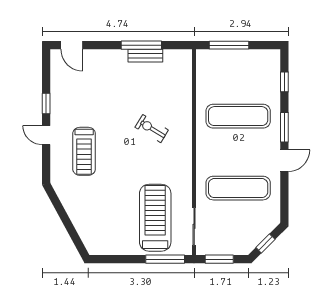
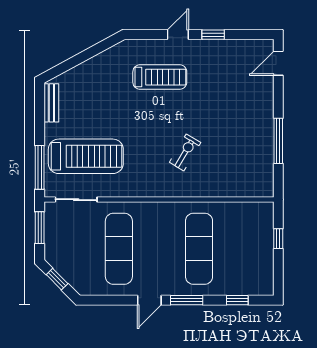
window: (229, 45) -> (278, 239), width x0.46
bench: (145, 56) -> (51, 103), moved
treadmill: (84, 151) -> (160, 77), turned 180
door: (284, 161) -> (149, 300), hinge flipped

